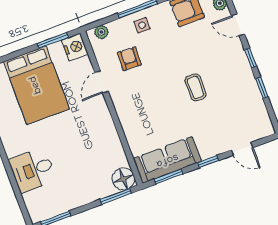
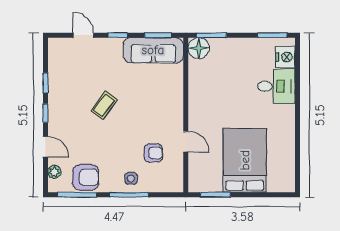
plant: (101, 32) -> (169, 186), removed
nightstand: (75, 47) -> (285, 57), moved, turned 180
armchair: (129, 59) -> (153, 153), turned -93
door: (102, 82) -> (186, 142), hinge flipped
coffee table: (196, 87) -> (104, 105), turned 37

